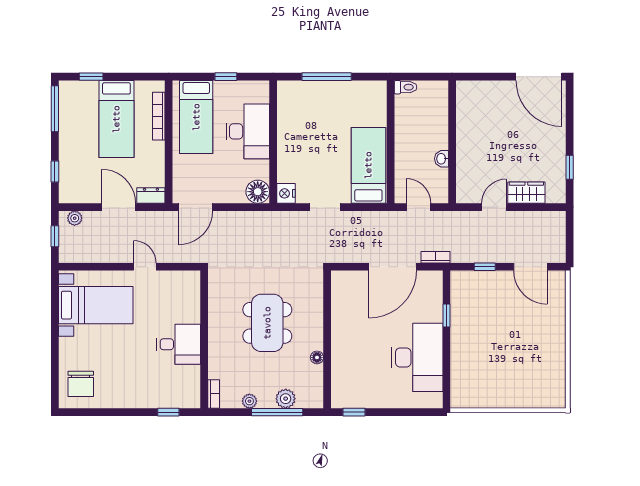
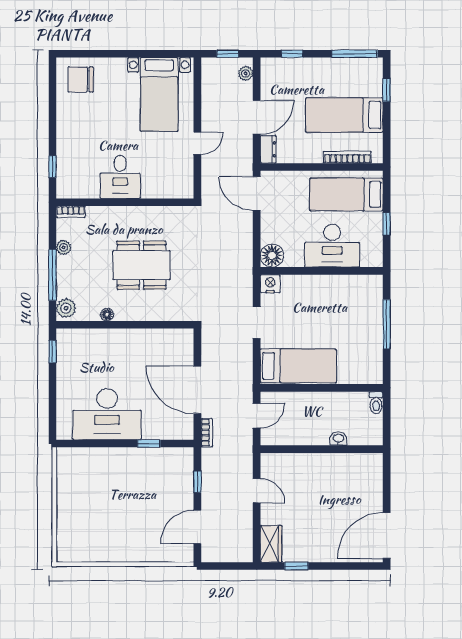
washbasin: (442, 159) -> (338, 439), moved
wardrobe: (526, 193) -> (271, 544), moved
plant: (286, 399) -> (66, 308), moved

